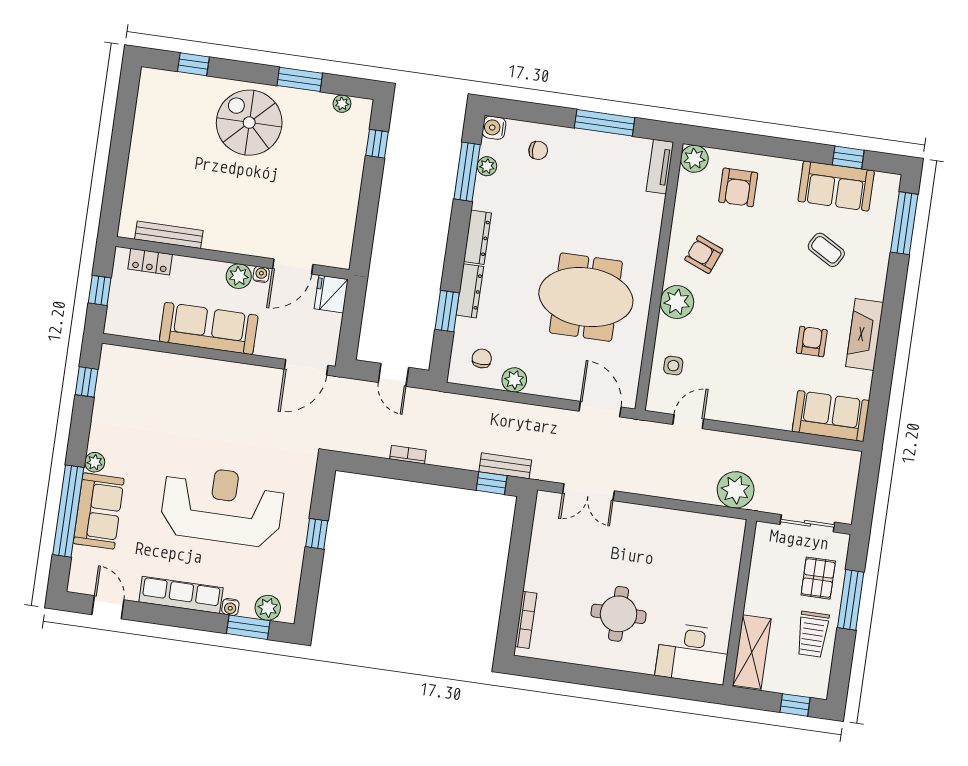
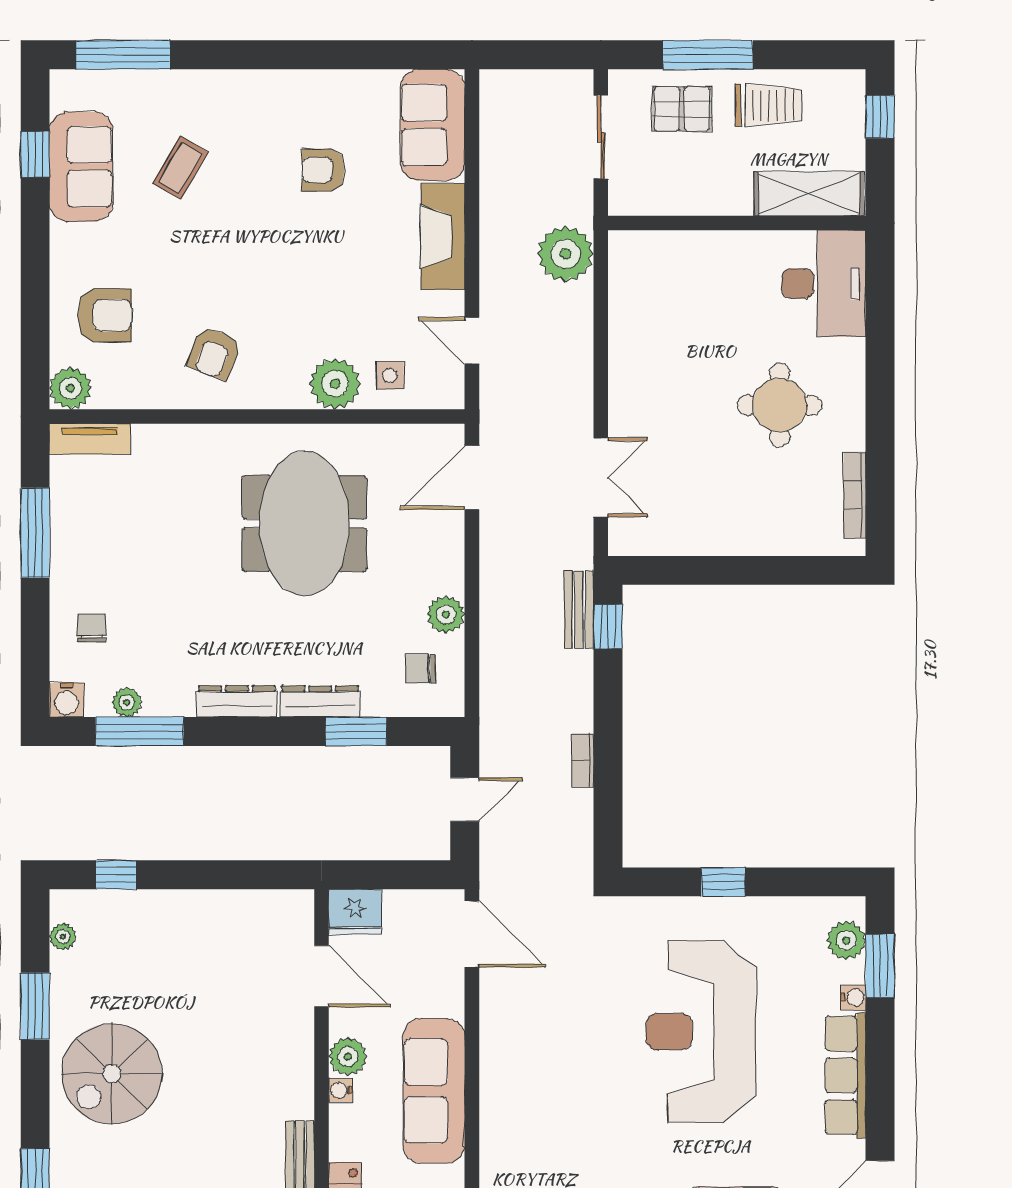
water cooler: (261, 274) -> (340, 1090), moved
plant: (677, 302) -> (335, 384), moved
fireplace: (865, 335) -> (443, 237), moved, turned 90
bookcase: (526, 620) -> (855, 495), moved, turned -90

